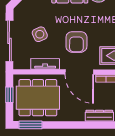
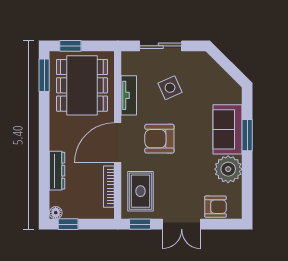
sliding door: (9, 41) -> (161, 46), width x0.73
window: (9, 95) -> (70, 46), moved

